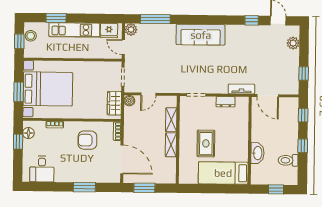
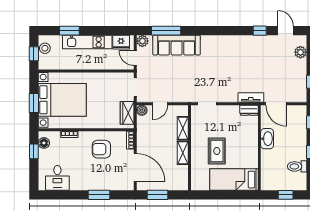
sofa: (201, 35) -> (177, 45), moved
dresser: (226, 102) -> (249, 110), moved
washbasin: (257, 153) -> (267, 139), moved

